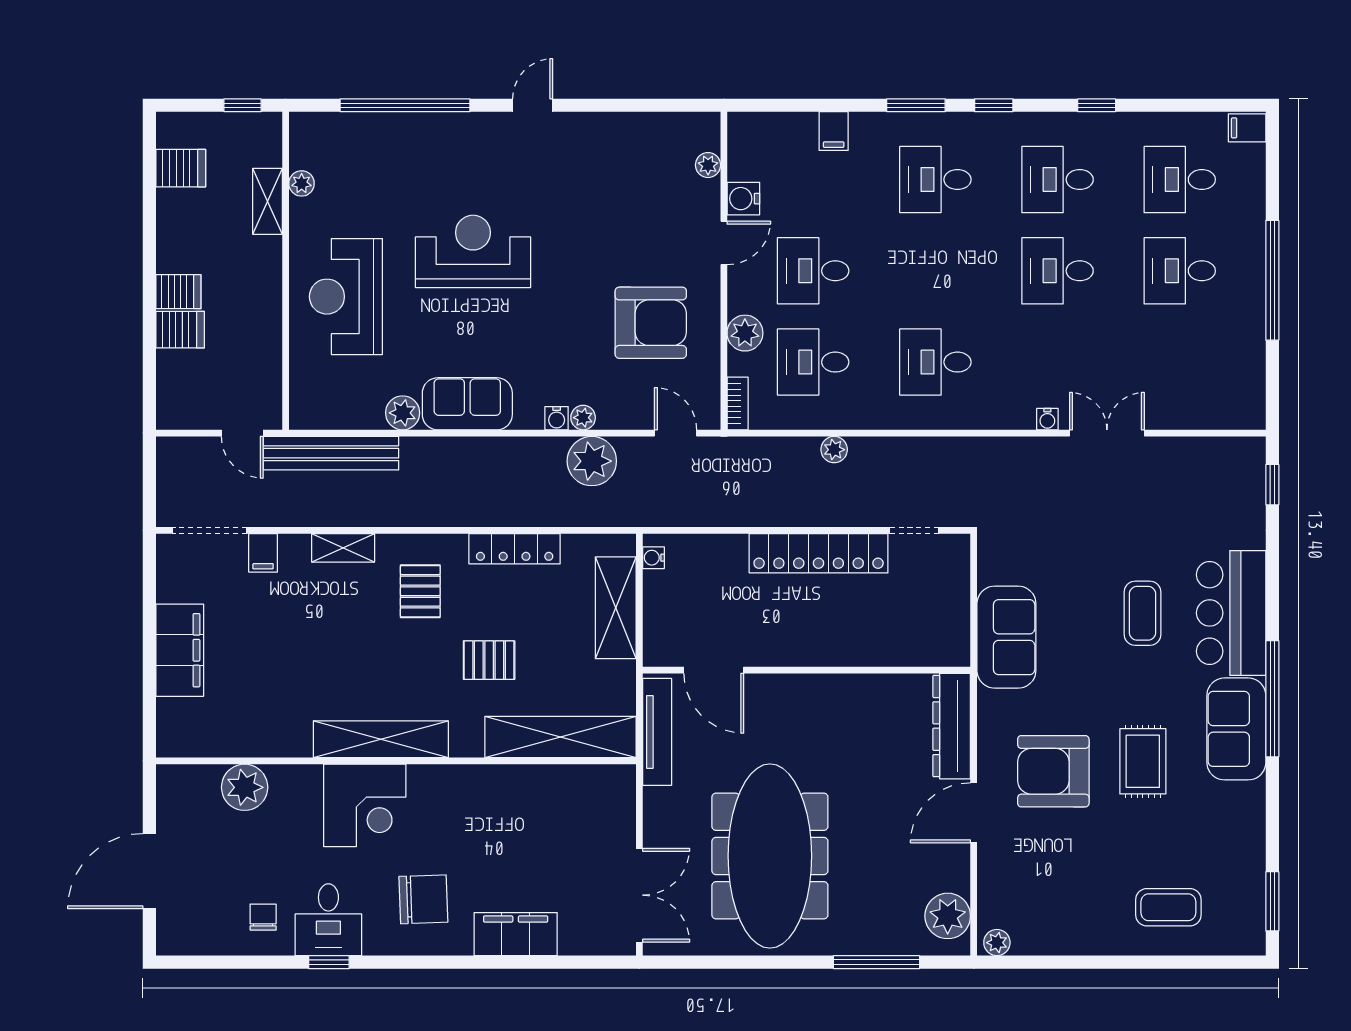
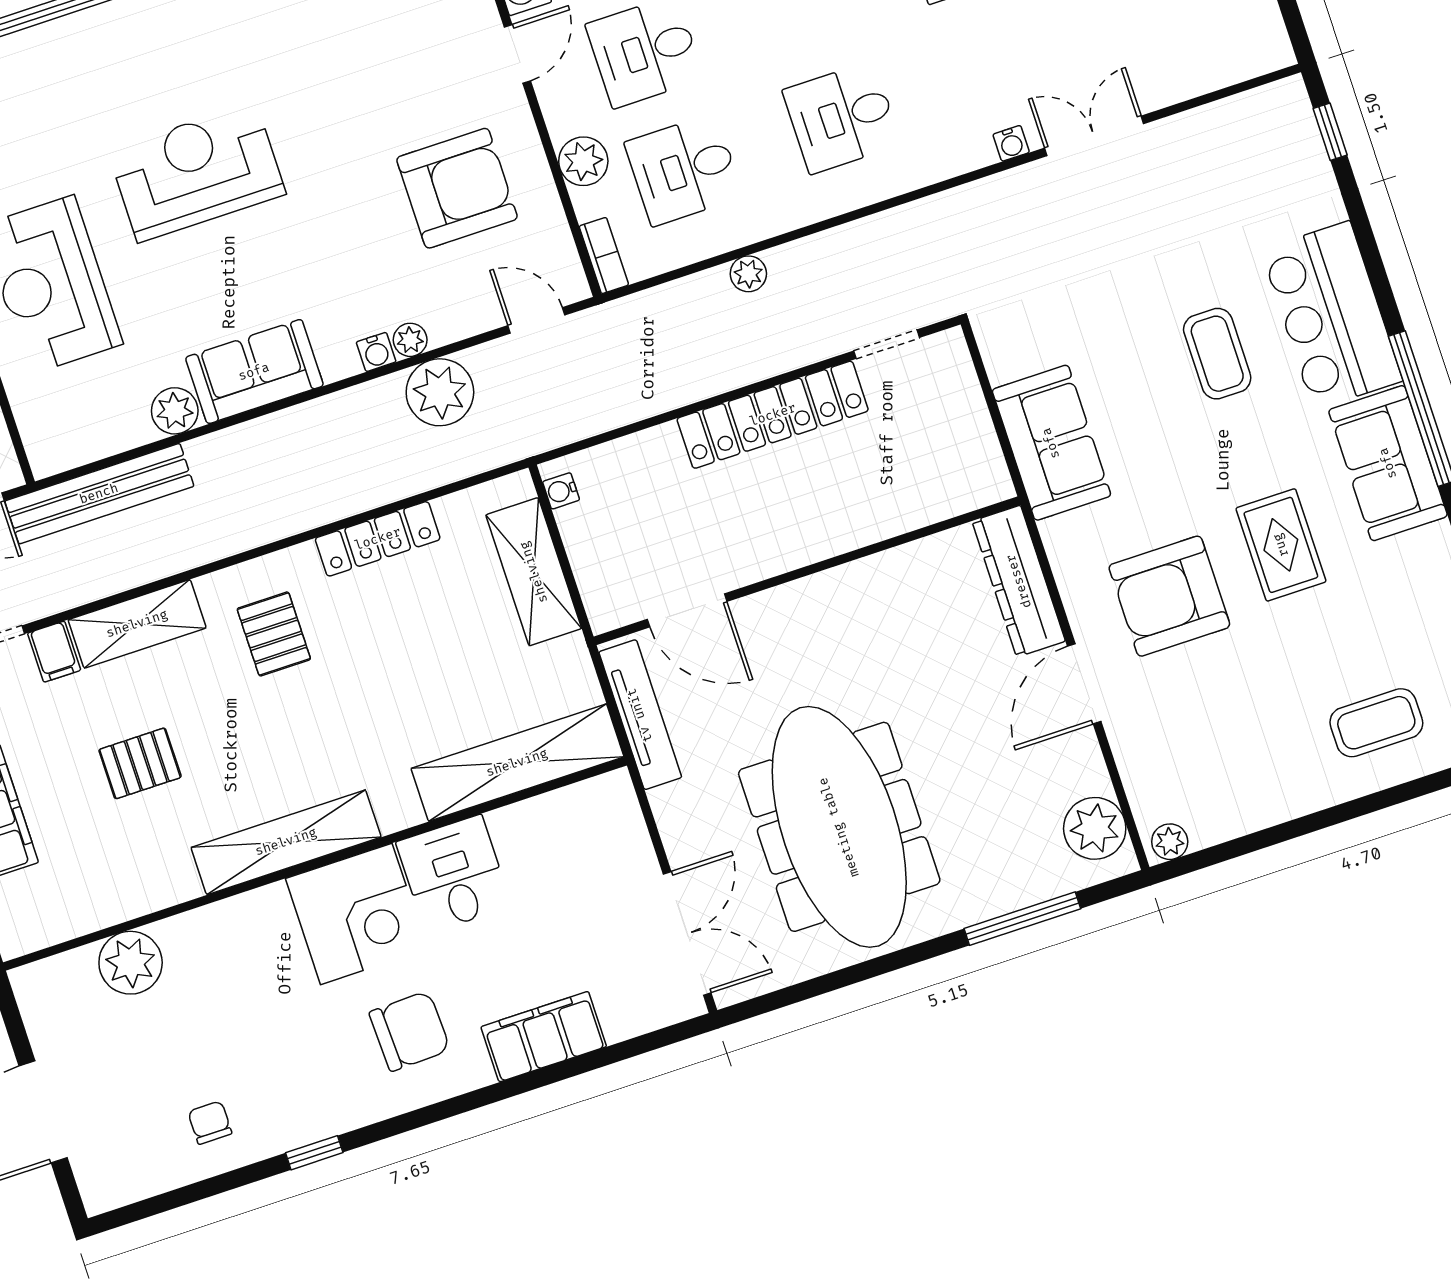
shelving: (343, 548) -> (137, 624), width x1.50, depth x1.33
pallet: (489, 660) -> (140, 763), moved
corner desk: (365, 805) -> (356, 914), moved
desk: (328, 920) -> (454, 874), moved, turned 180

